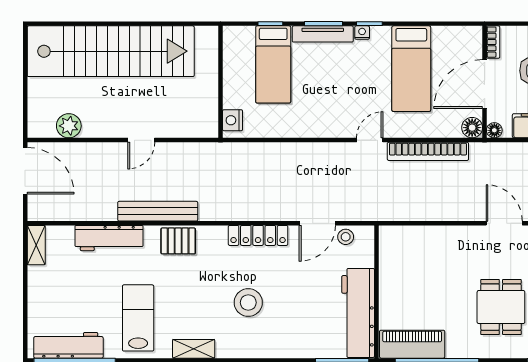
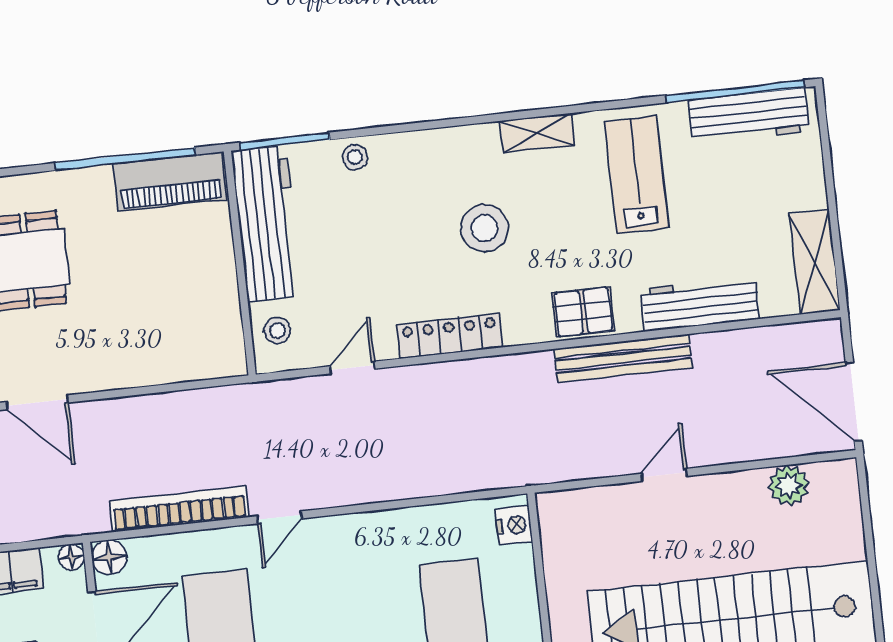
door: (317, 223) -> (352, 368), width x0.73
stool: (346, 237) -> (277, 331), moved
shelving: (36, 245) -> (815, 262), width x1.50, depth x1.33
stool: (248, 303) -> (485, 228), moved
lab bench: (138, 318) -> (636, 175), turned 180
stool: (302, 346) -> (355, 157), added

